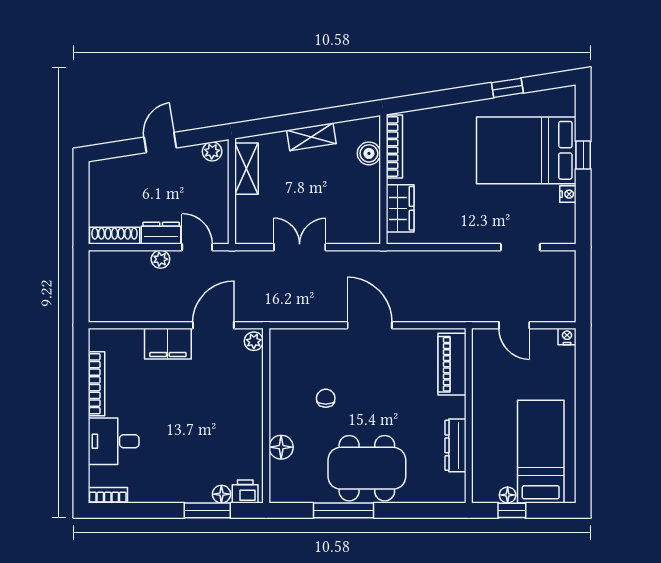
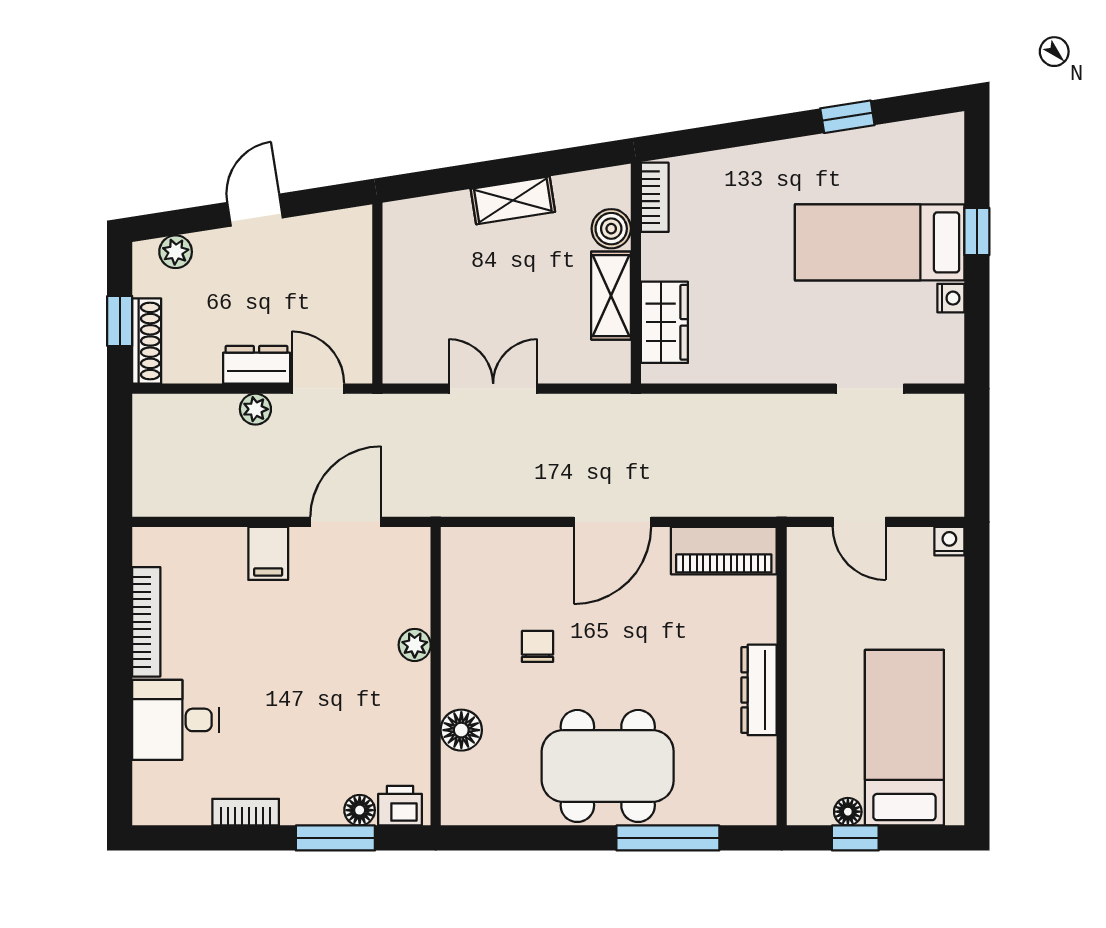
bookcase: (394, 146) -> (655, 197), width x0.64
bed: (526, 150) -> (880, 242), width x0.67
plant: (212, 151) -> (176, 252), moved
shelving: (246, 169) -> (611, 296), moved
window: (81, 208) -> (120, 321), added
shoe rack: (115, 236) -> (147, 341), moved, turned 90
door: (370, 325) -> (612, 522), swing flipped
plant: (254, 341) -> (415, 645), moved
filing cabinet: (168, 344) -> (268, 553), width x0.50
piano: (452, 364) -> (724, 551), moved, turned -90
dresser: (456, 445) -> (759, 690), moved
bookcase: (108, 495) -> (246, 812), moved
window: (344, 510) -> (668, 838), moved

